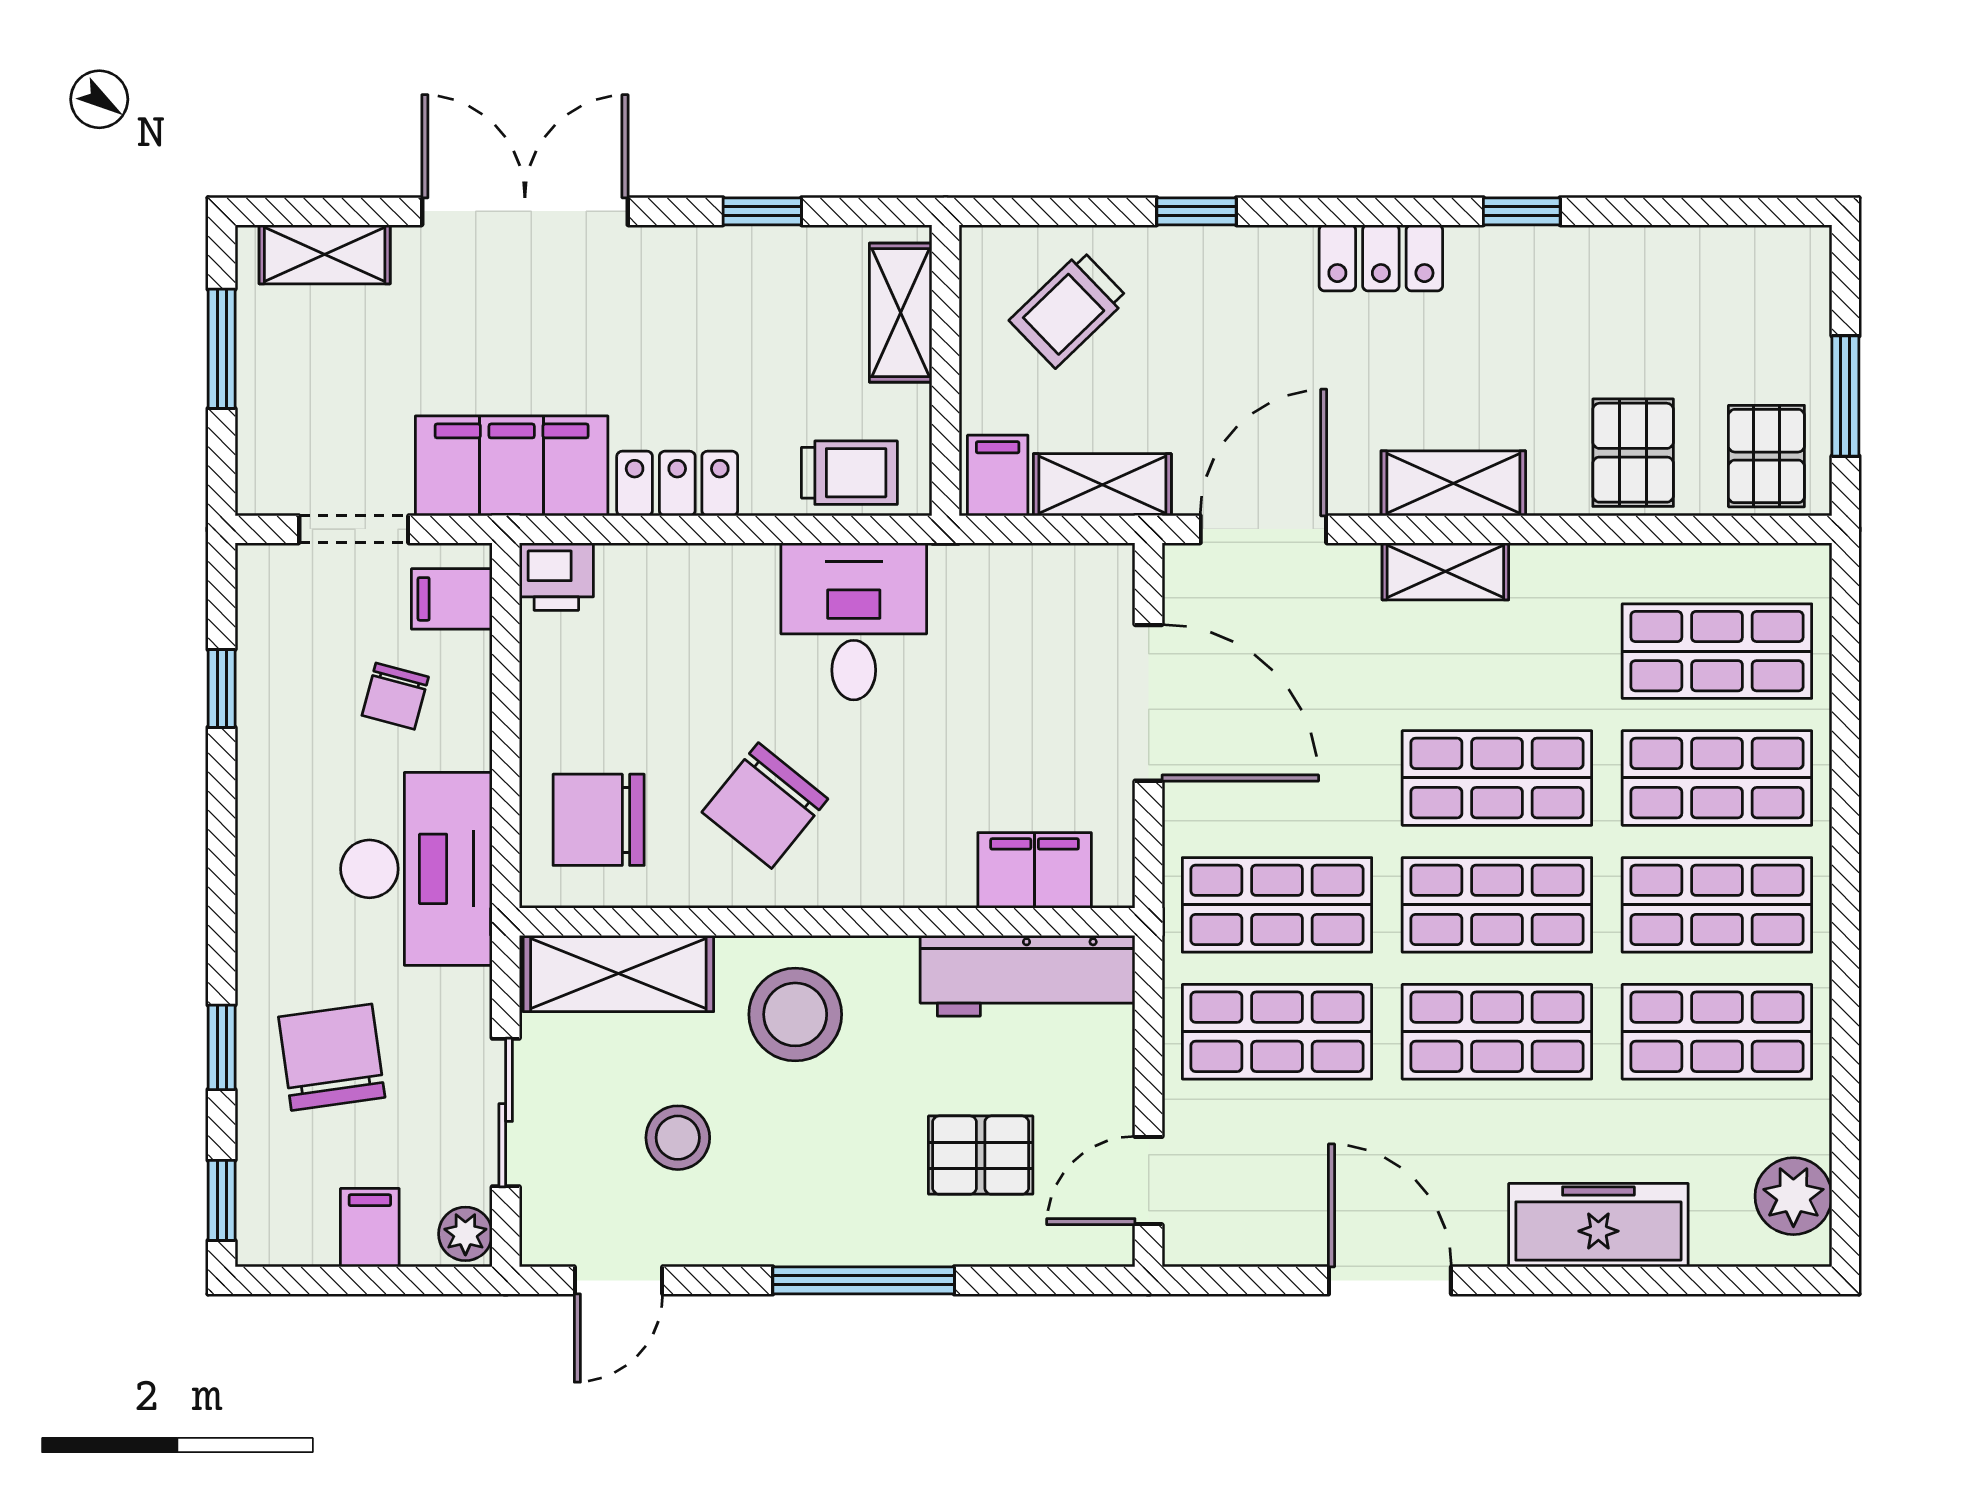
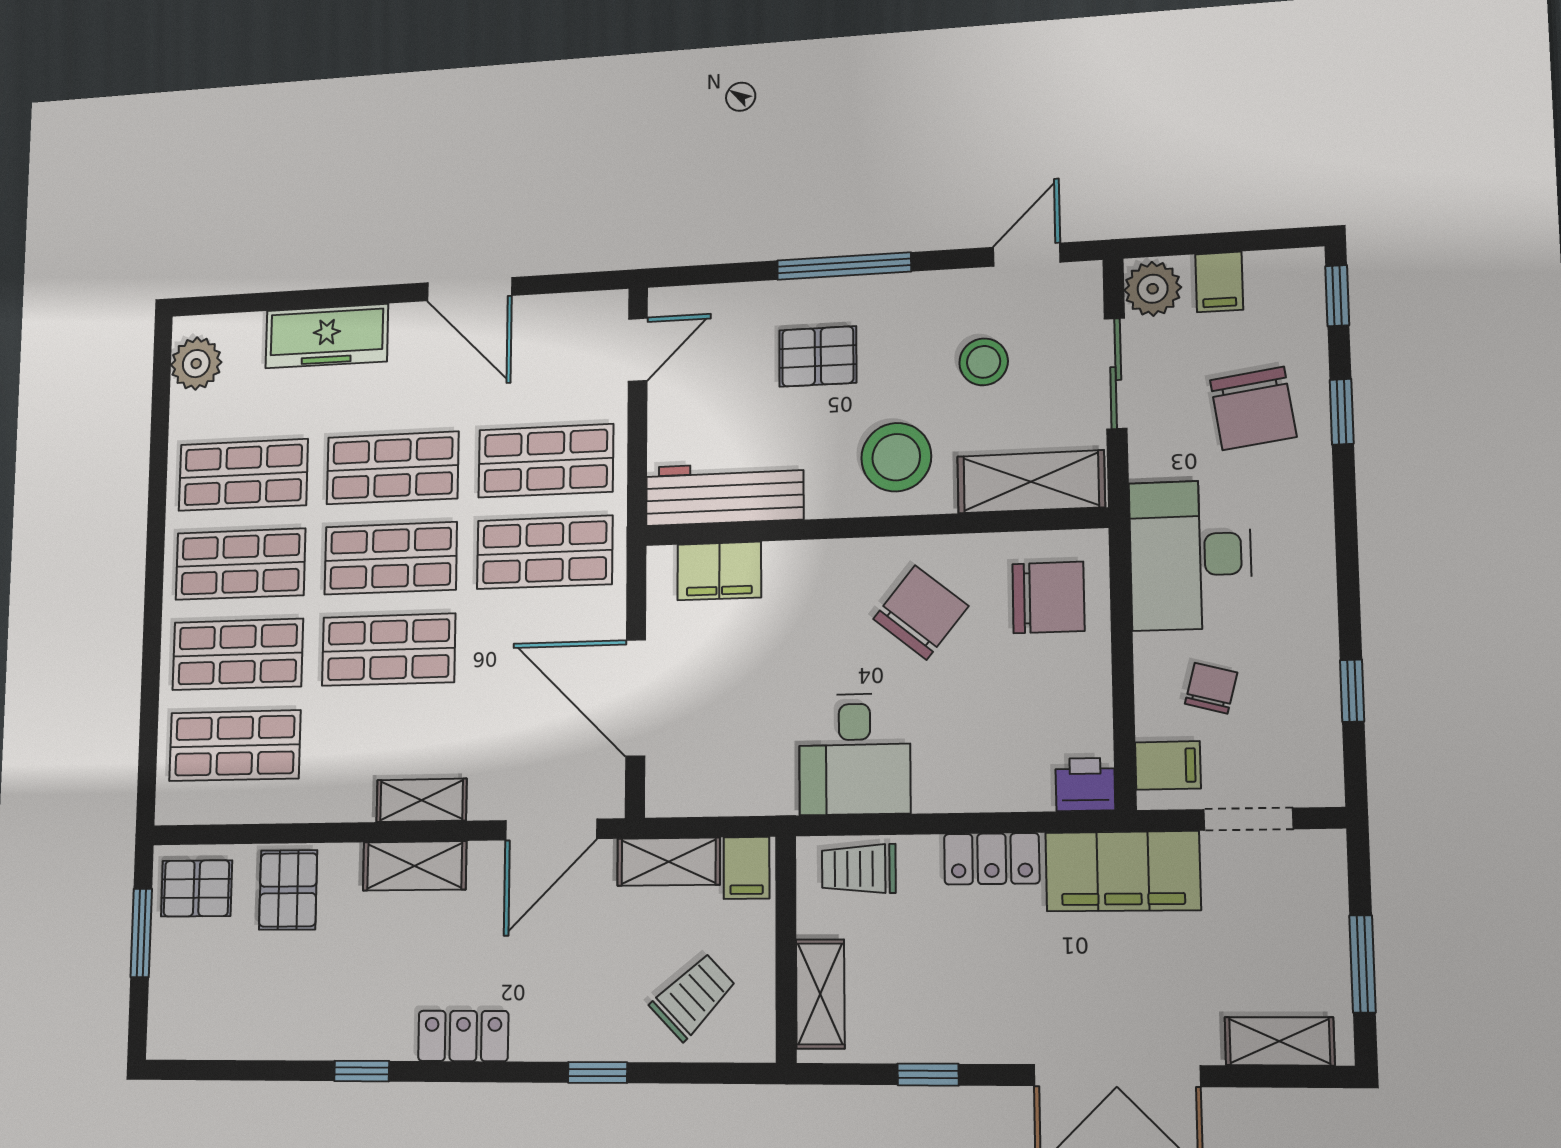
pallet: (1766, 456) -> (196, 888), turned 90
pallet: (981, 1155) -> (818, 356), moved
plant: (465, 1234) -> (1153, 289), width x1.38, depth x1.38

